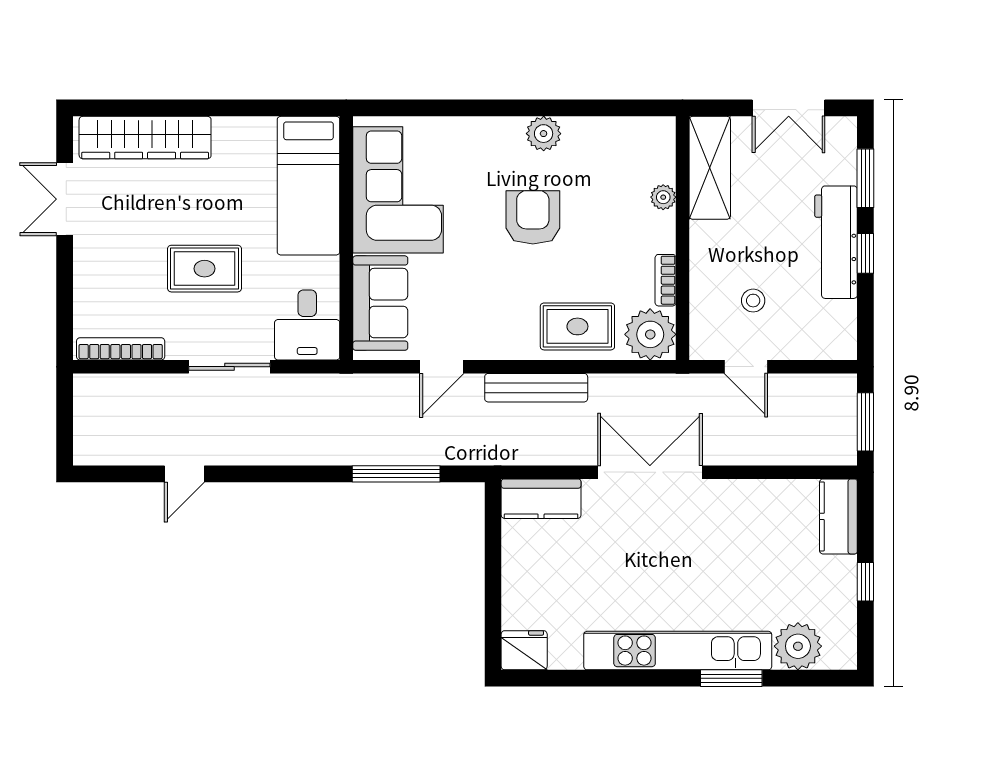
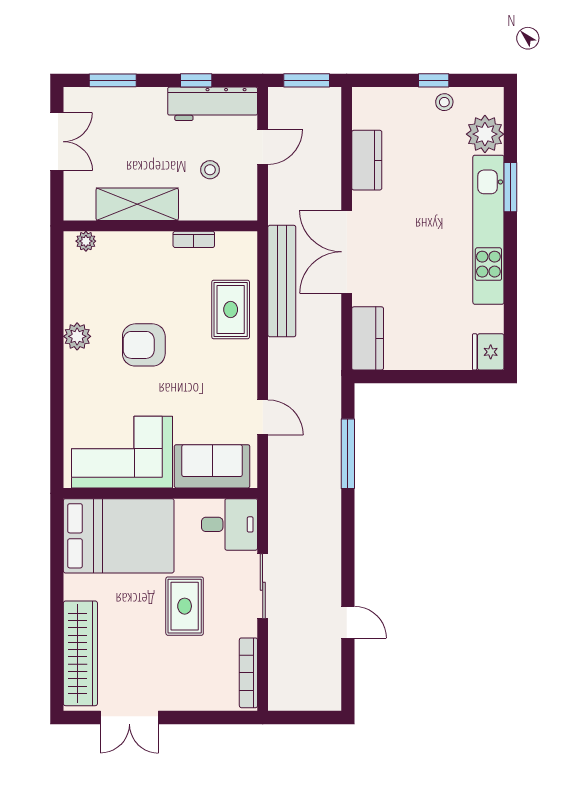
shelving: (710, 168) -> (137, 204), moved
bed: (308, 186) -> (119, 536), width x1.50
plant: (663, 197) -> (86, 241), moved
workbench: (836, 242) -> (213, 104), moved
window: (865, 253) -> (196, 80), moved
plant: (650, 334) -> (237, 252), removed
door: (746, 367) -> (263, 147), moved
bench: (536, 388) -> (282, 281), moved, width x1.37, depth x1.21
kitchen counter: (838, 516) -> (367, 160), moved, turned -90
stool: (838, 595) -> (444, 102), added

